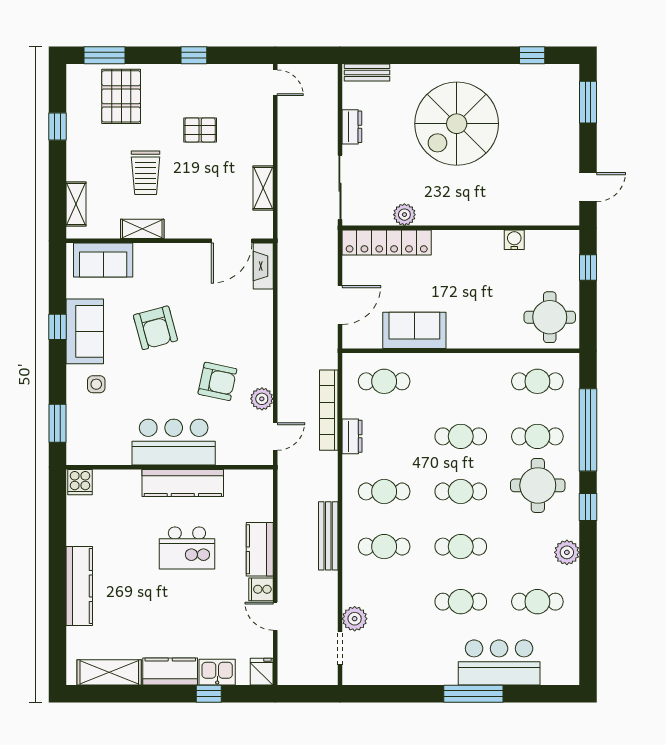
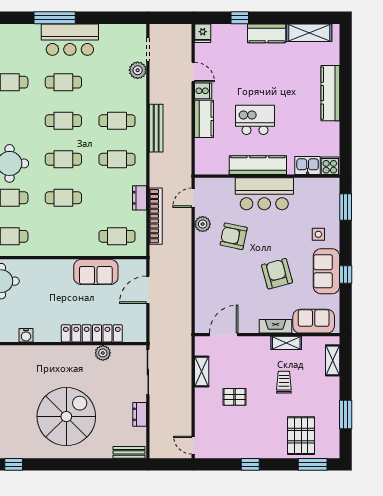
window: (57, 127) -> (346, 415), width x1.50
pallet: (200, 130) -> (235, 397), moved
trolley: (146, 173) -> (284, 382), width x0.73, depth x0.72
locker: (387, 243) -> (92, 333), moved
fireplace: (263, 266) -> (276, 326), moved, turned -90
bar counter: (499, 662) -> (70, 40), moved
kitchen sink: (217, 672) -> (308, 166), moved, turned 180

